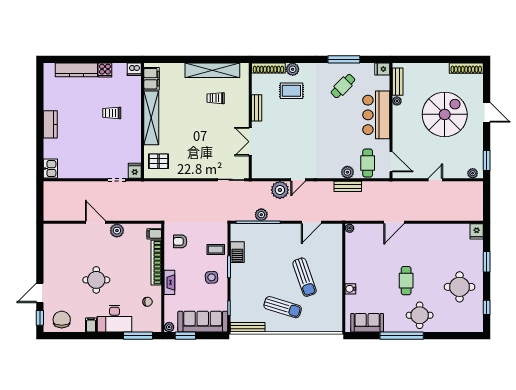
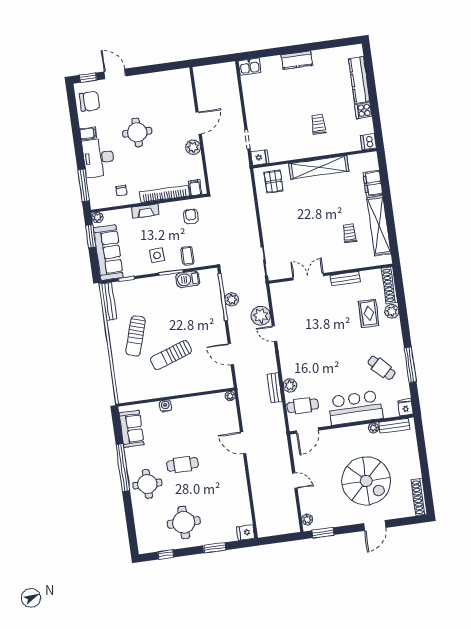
filing cabinet: (152, 79) -> (373, 183), moved, turned 90

